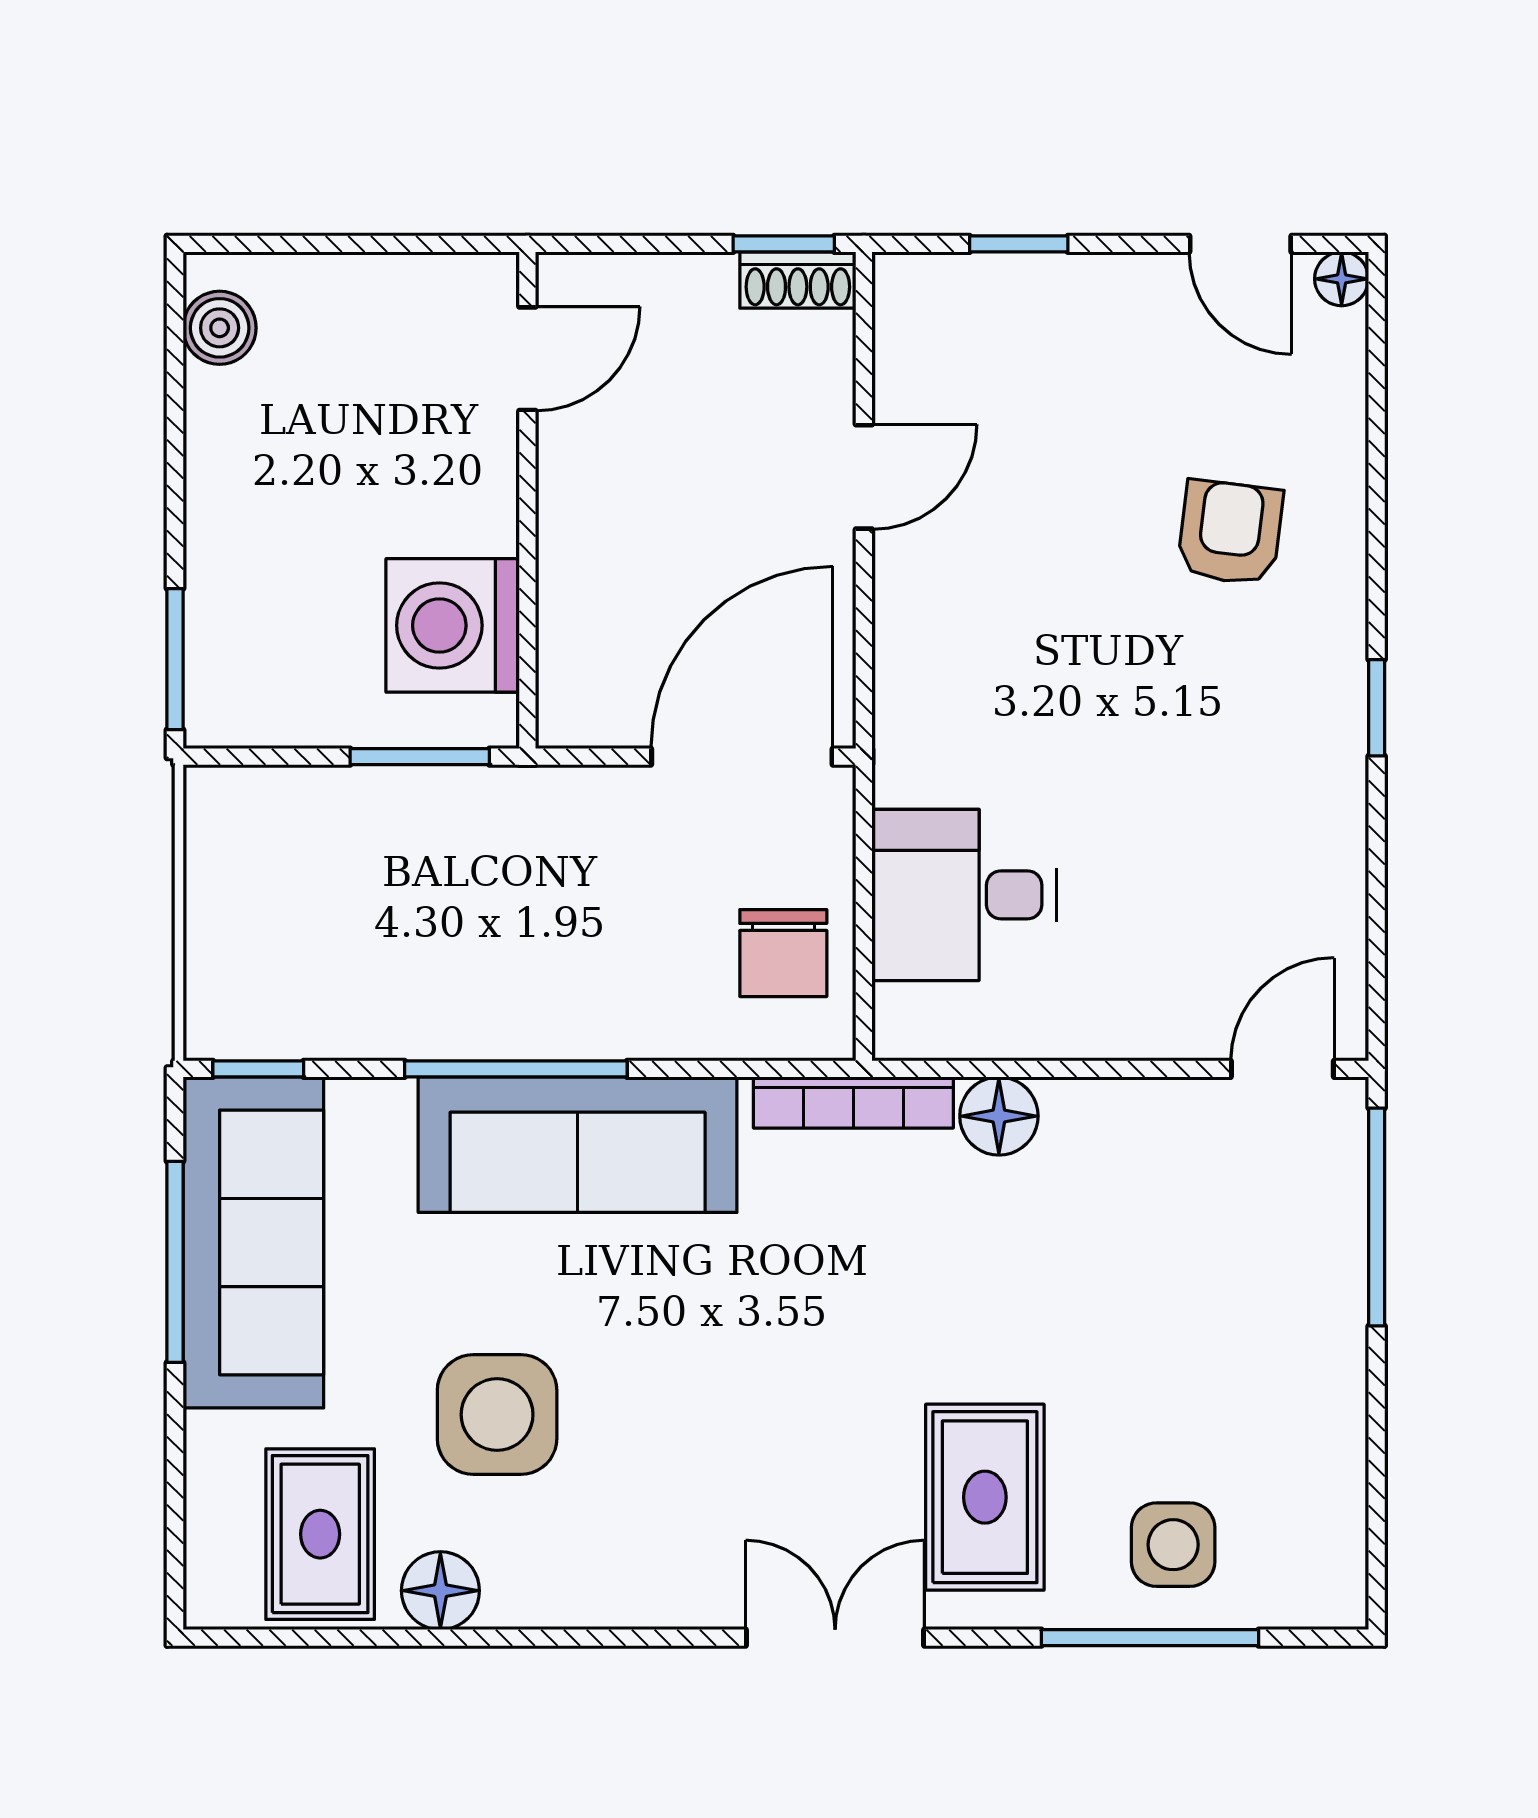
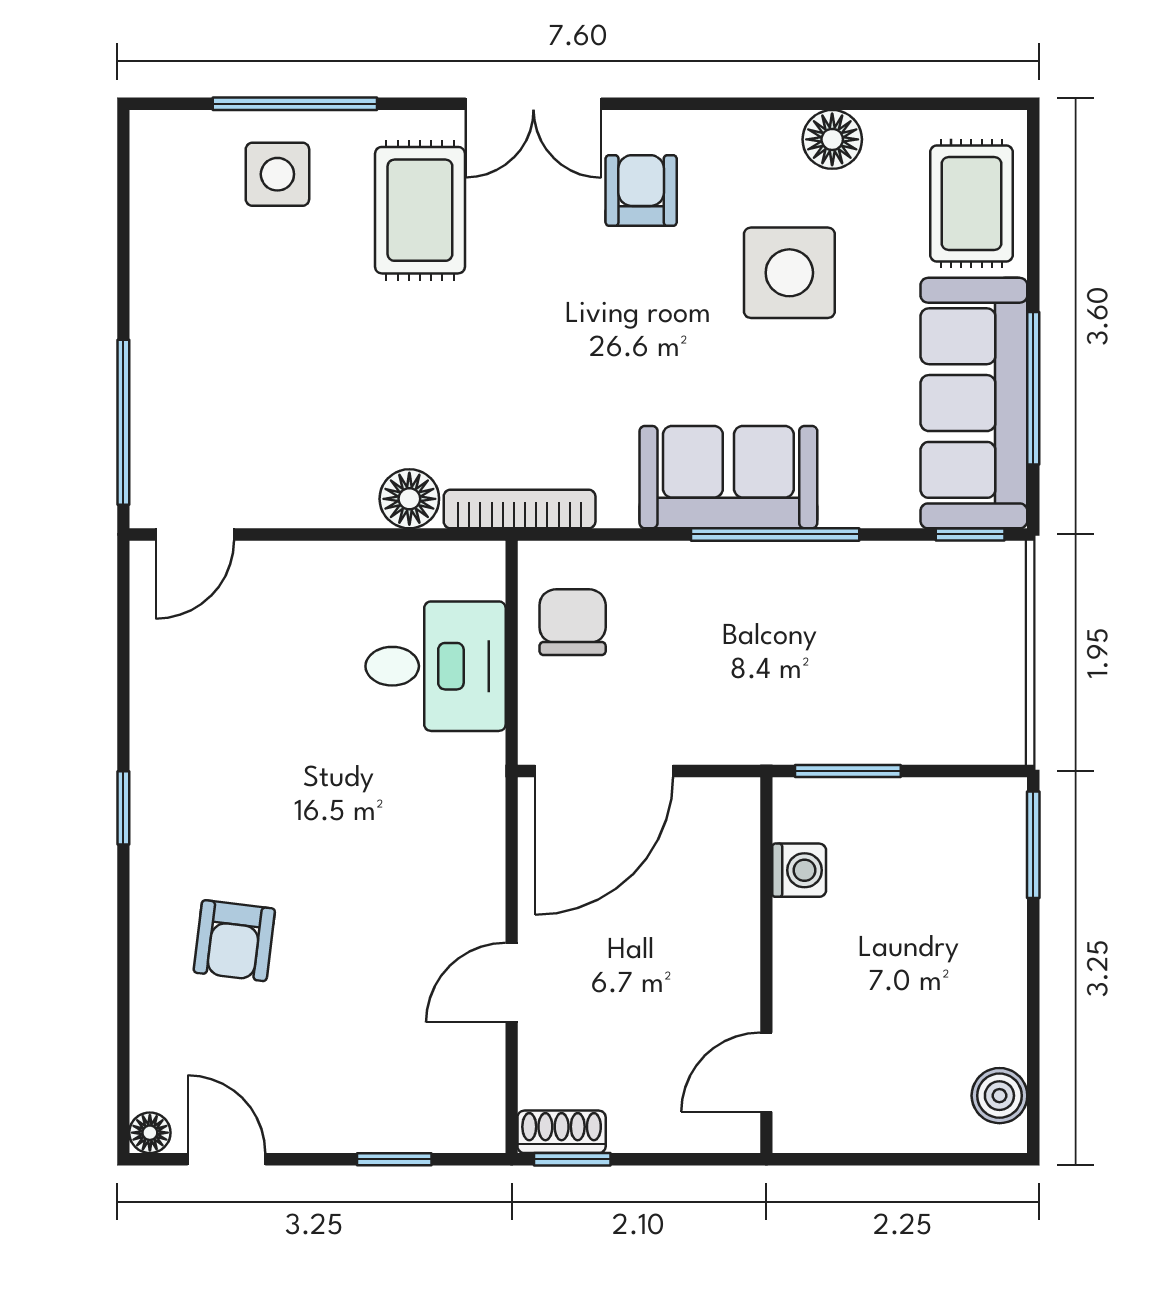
washing machine: (453, 625) -> (799, 870), width x0.53, depth x0.53
sofa: (578, 1145) -> (728, 477), width x0.73
armchair: (693, 1523) -> (641, 191), added
rug: (320, 1534) -> (971, 204), moved

